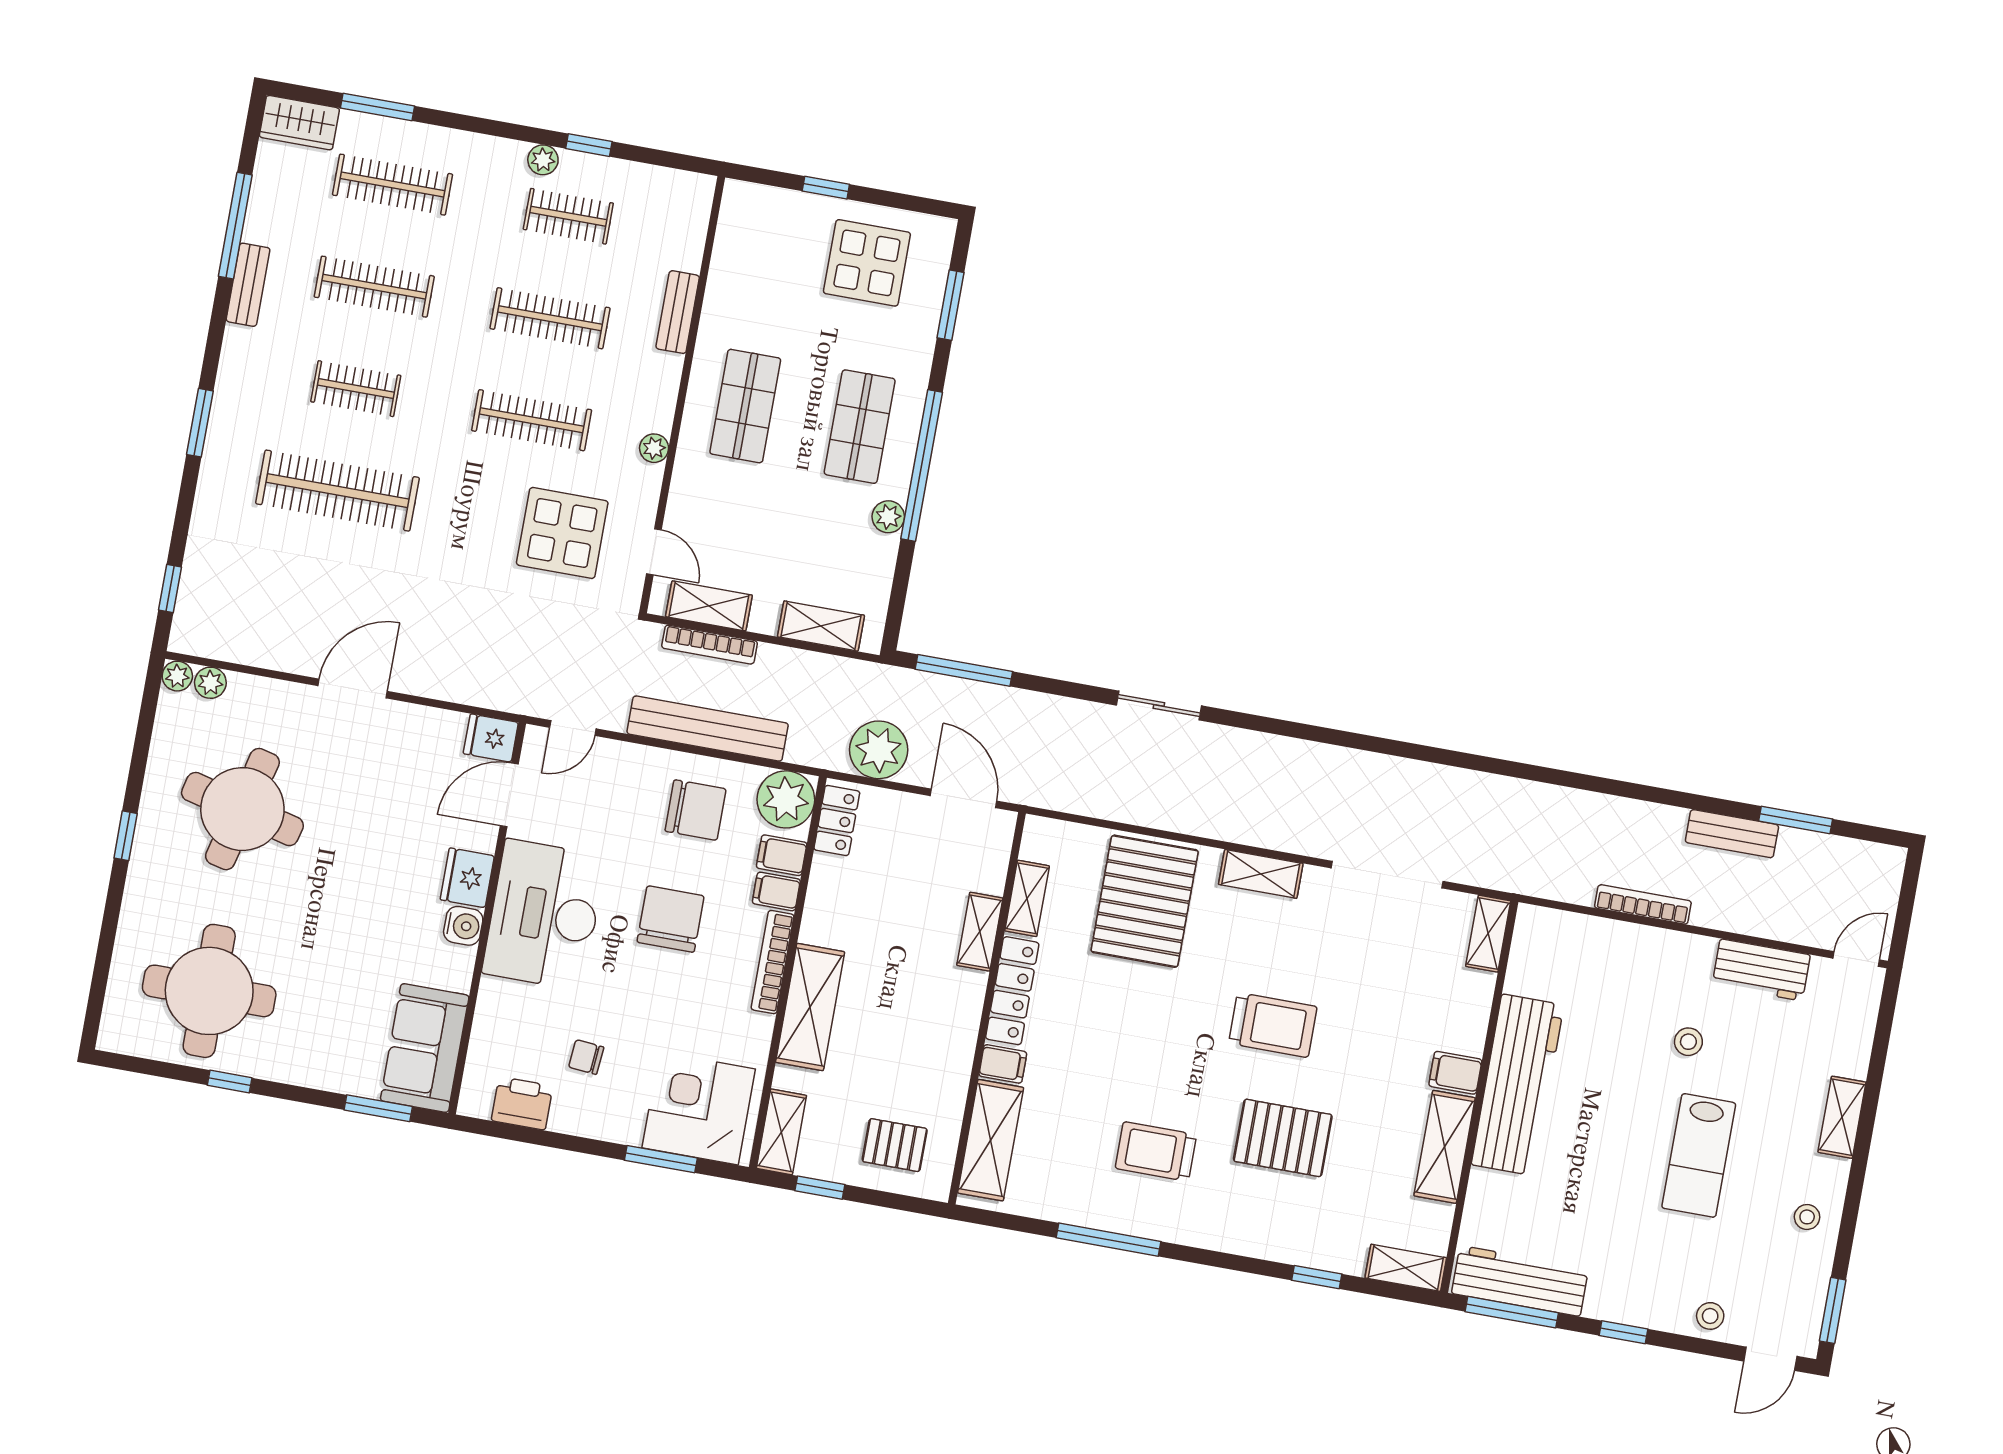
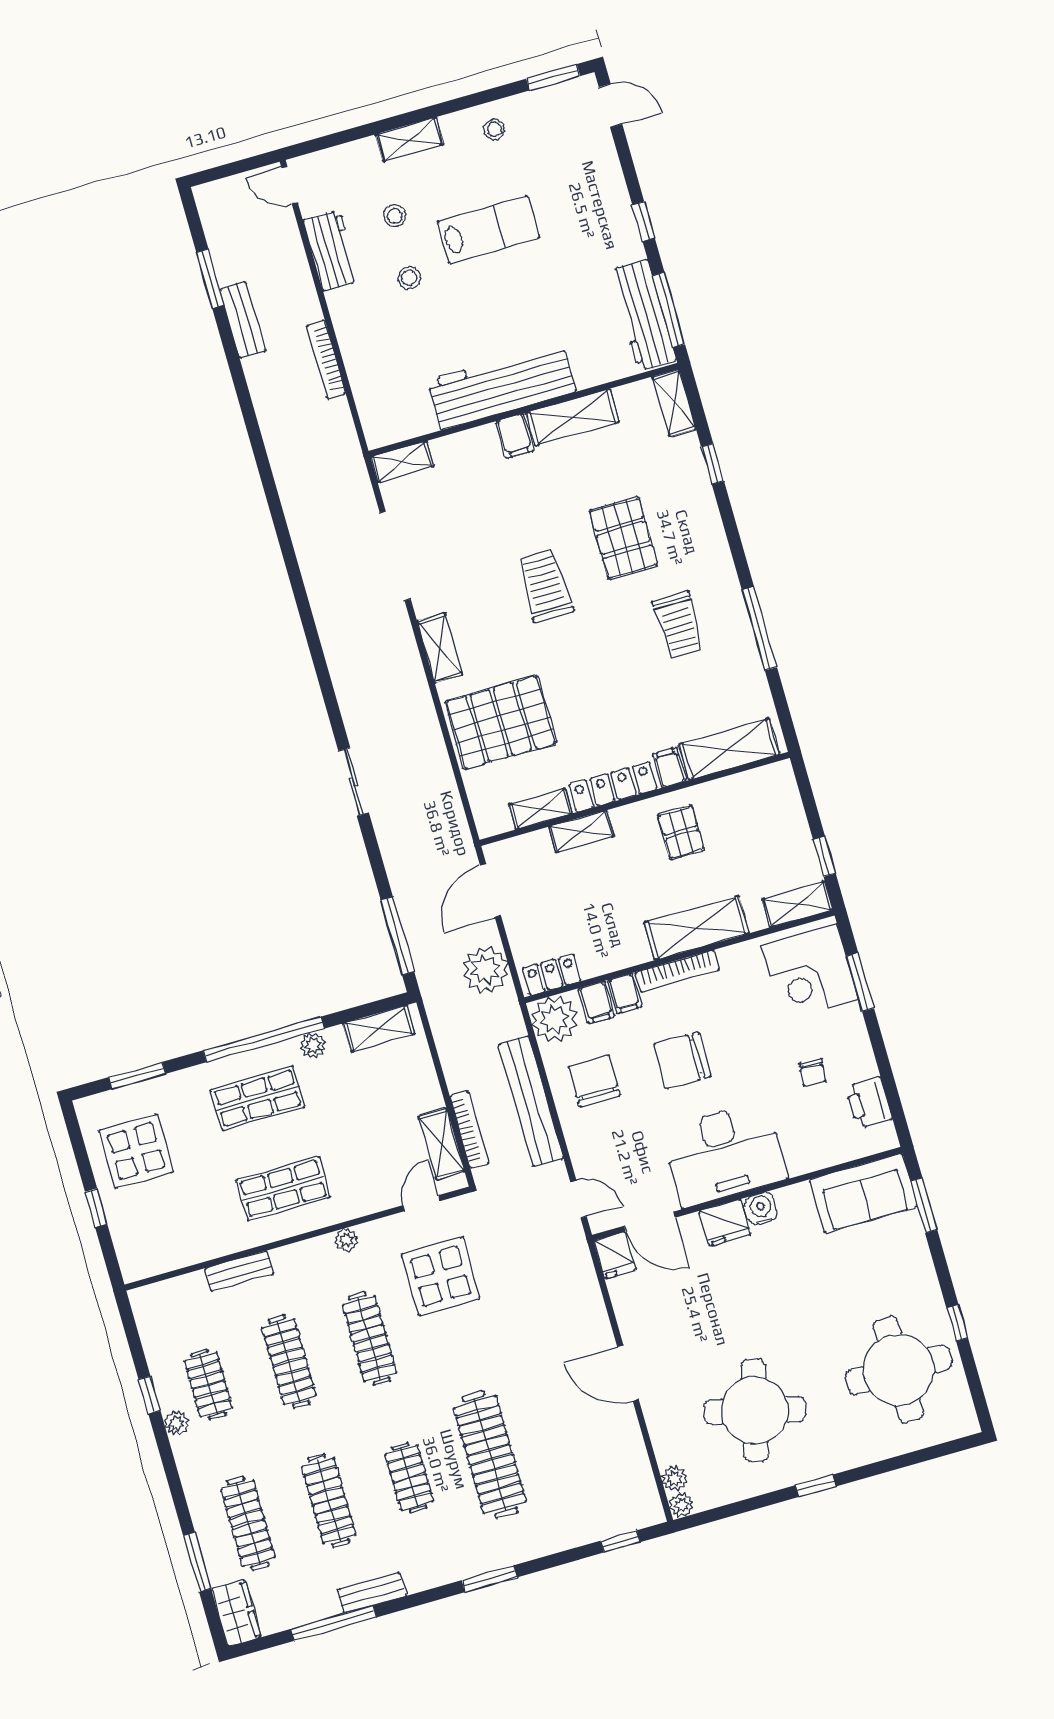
shelving: (821, 626) -> (379, 1029), moved, turned 90
pallet: (895, 1145) -> (681, 832), moved
stool: (1710, 1316) -> (395, 216), moved

